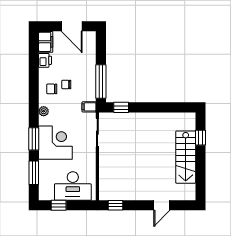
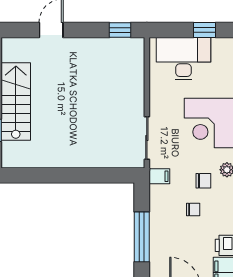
window: (101, 82) -> (142, 237), moved
chair: (52, 89) -> (203, 181), moved
window: (121, 107) -> (112, 175), removed

